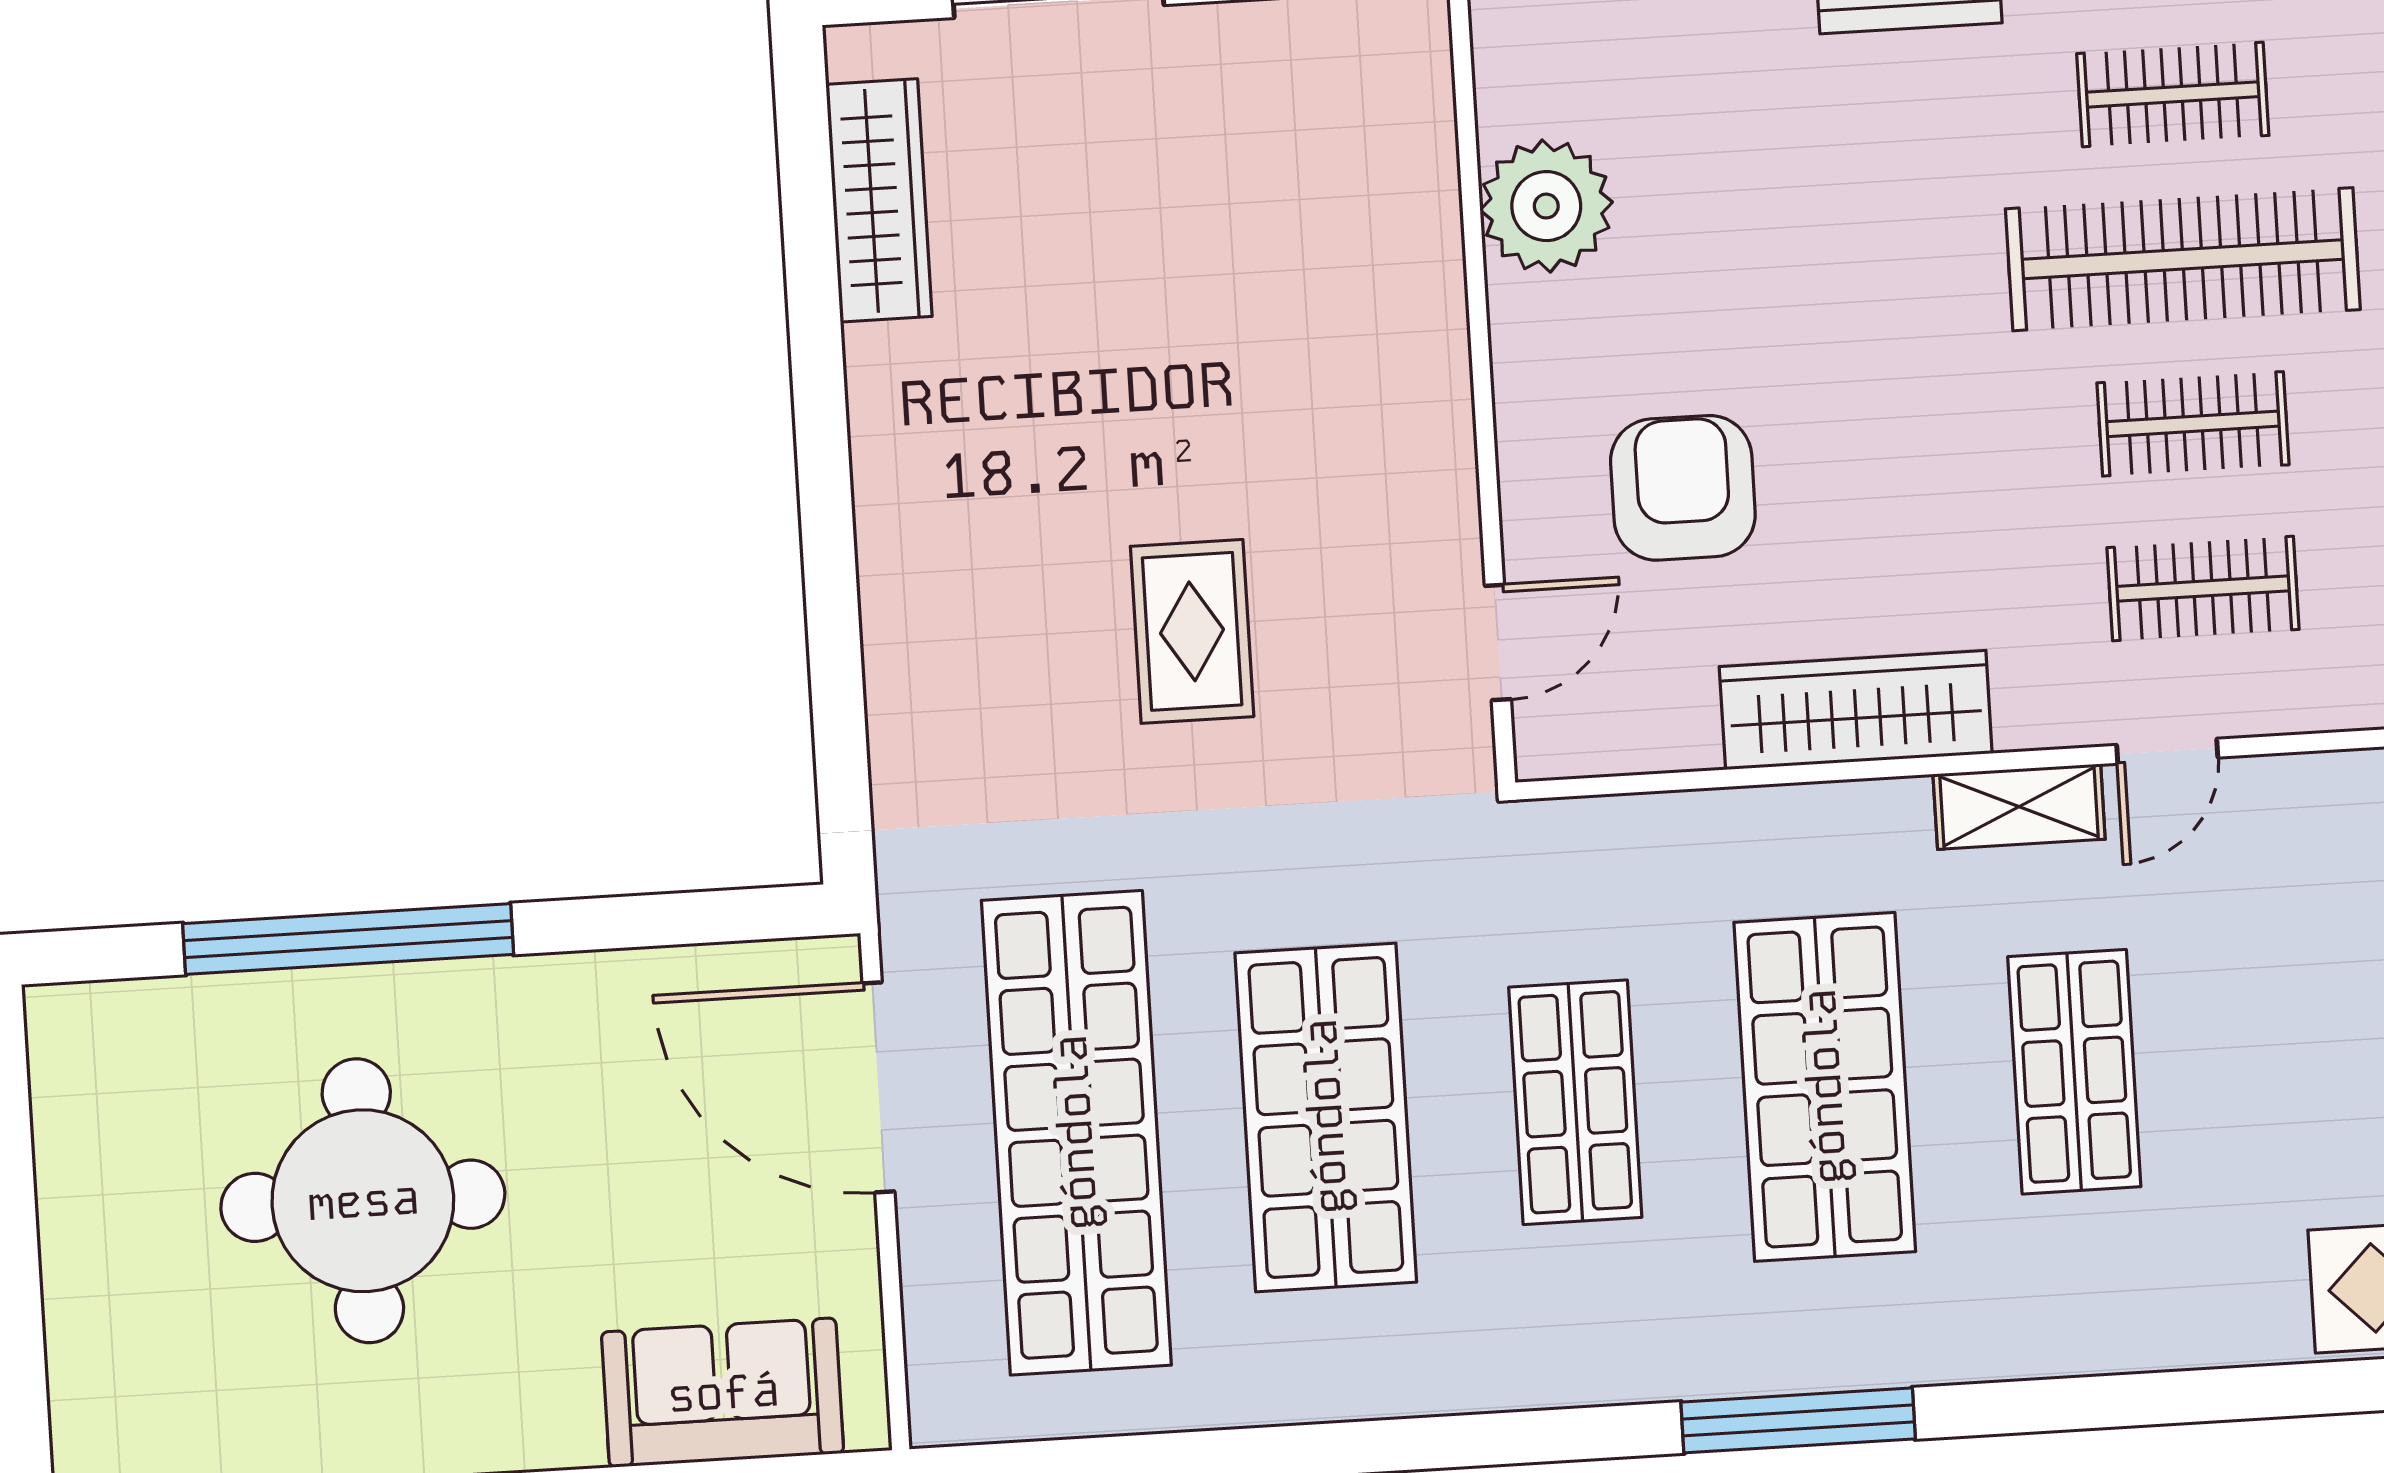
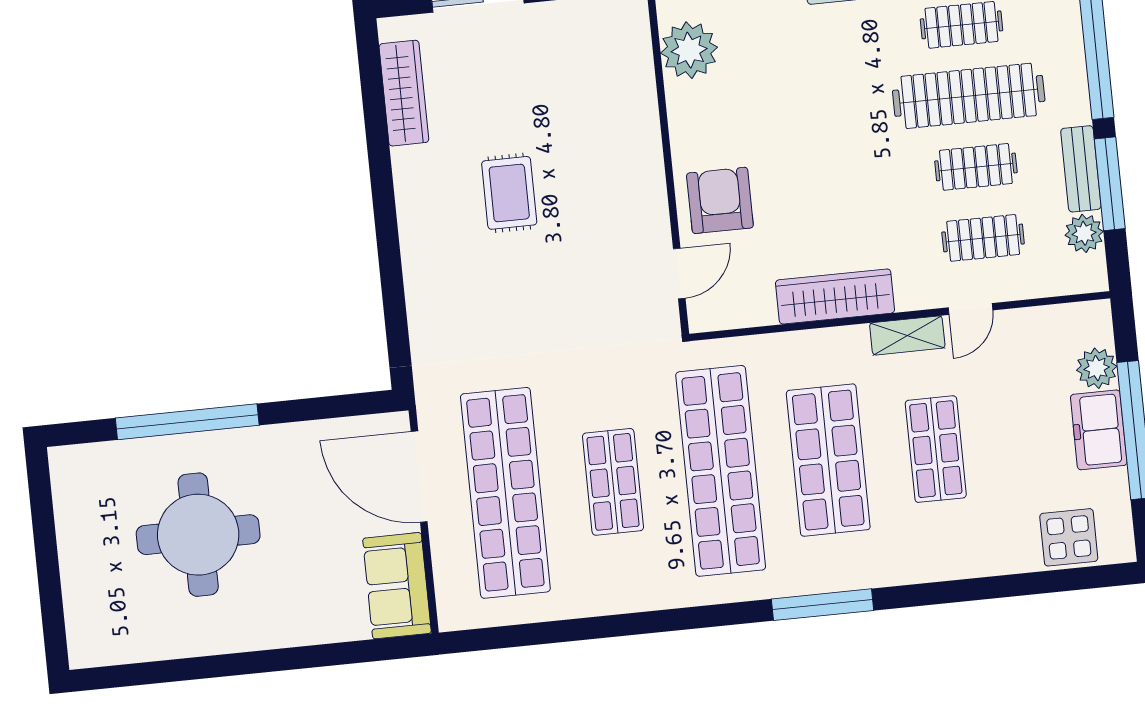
plant: (1546, 206) -> (689, 50), moved
armchair: (1683, 488) -> (720, 200), moved
rug: (1192, 631) -> (509, 193), moved
shop shelf: (1575, 1102) -> (721, 471), width x2.00, depth x1.36
shop shelf: (1326, 1117) -> (613, 482), width x0.70, depth x0.74
sofa: (723, 1393) -> (397, 586), moved, turned -90

